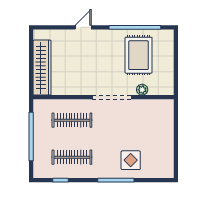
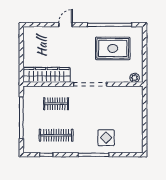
rug: (139, 55) -> (113, 48), turned 90
wardrobe: (42, 68) -> (47, 75), moved, turned -90
plant: (142, 90) -> (135, 78), moved
clothes rail: (72, 120) -> (56, 104), width x0.73

